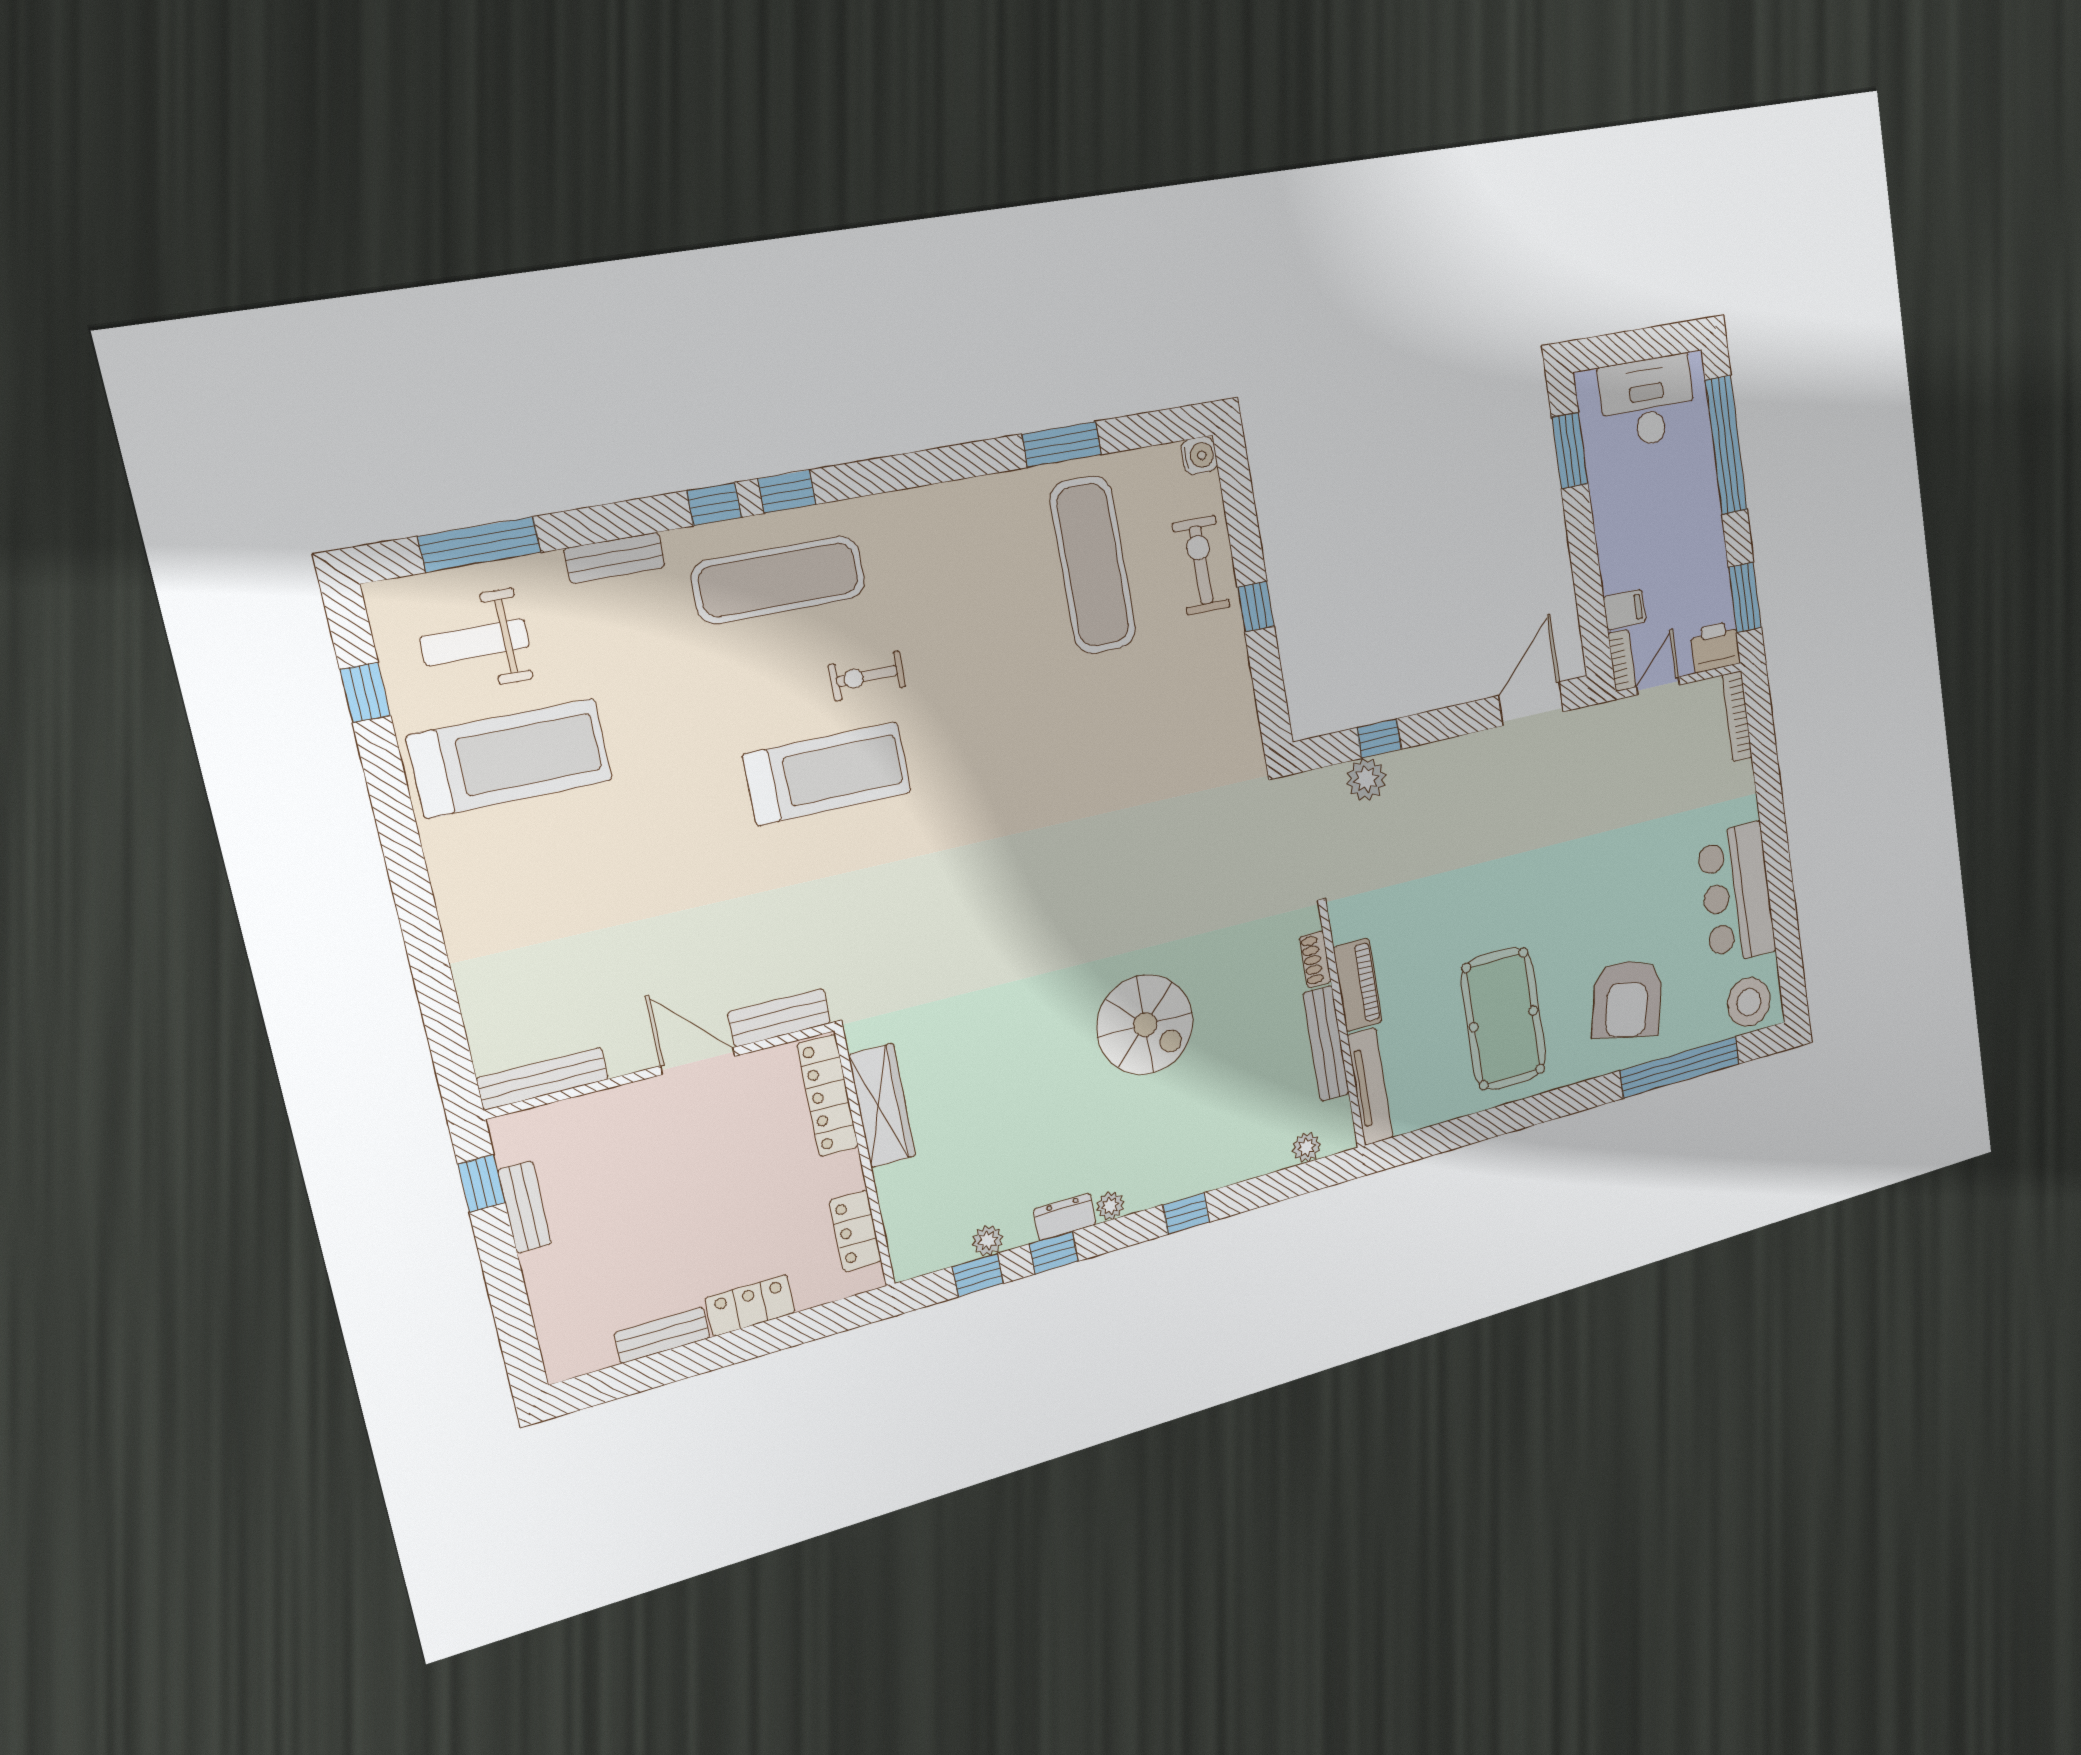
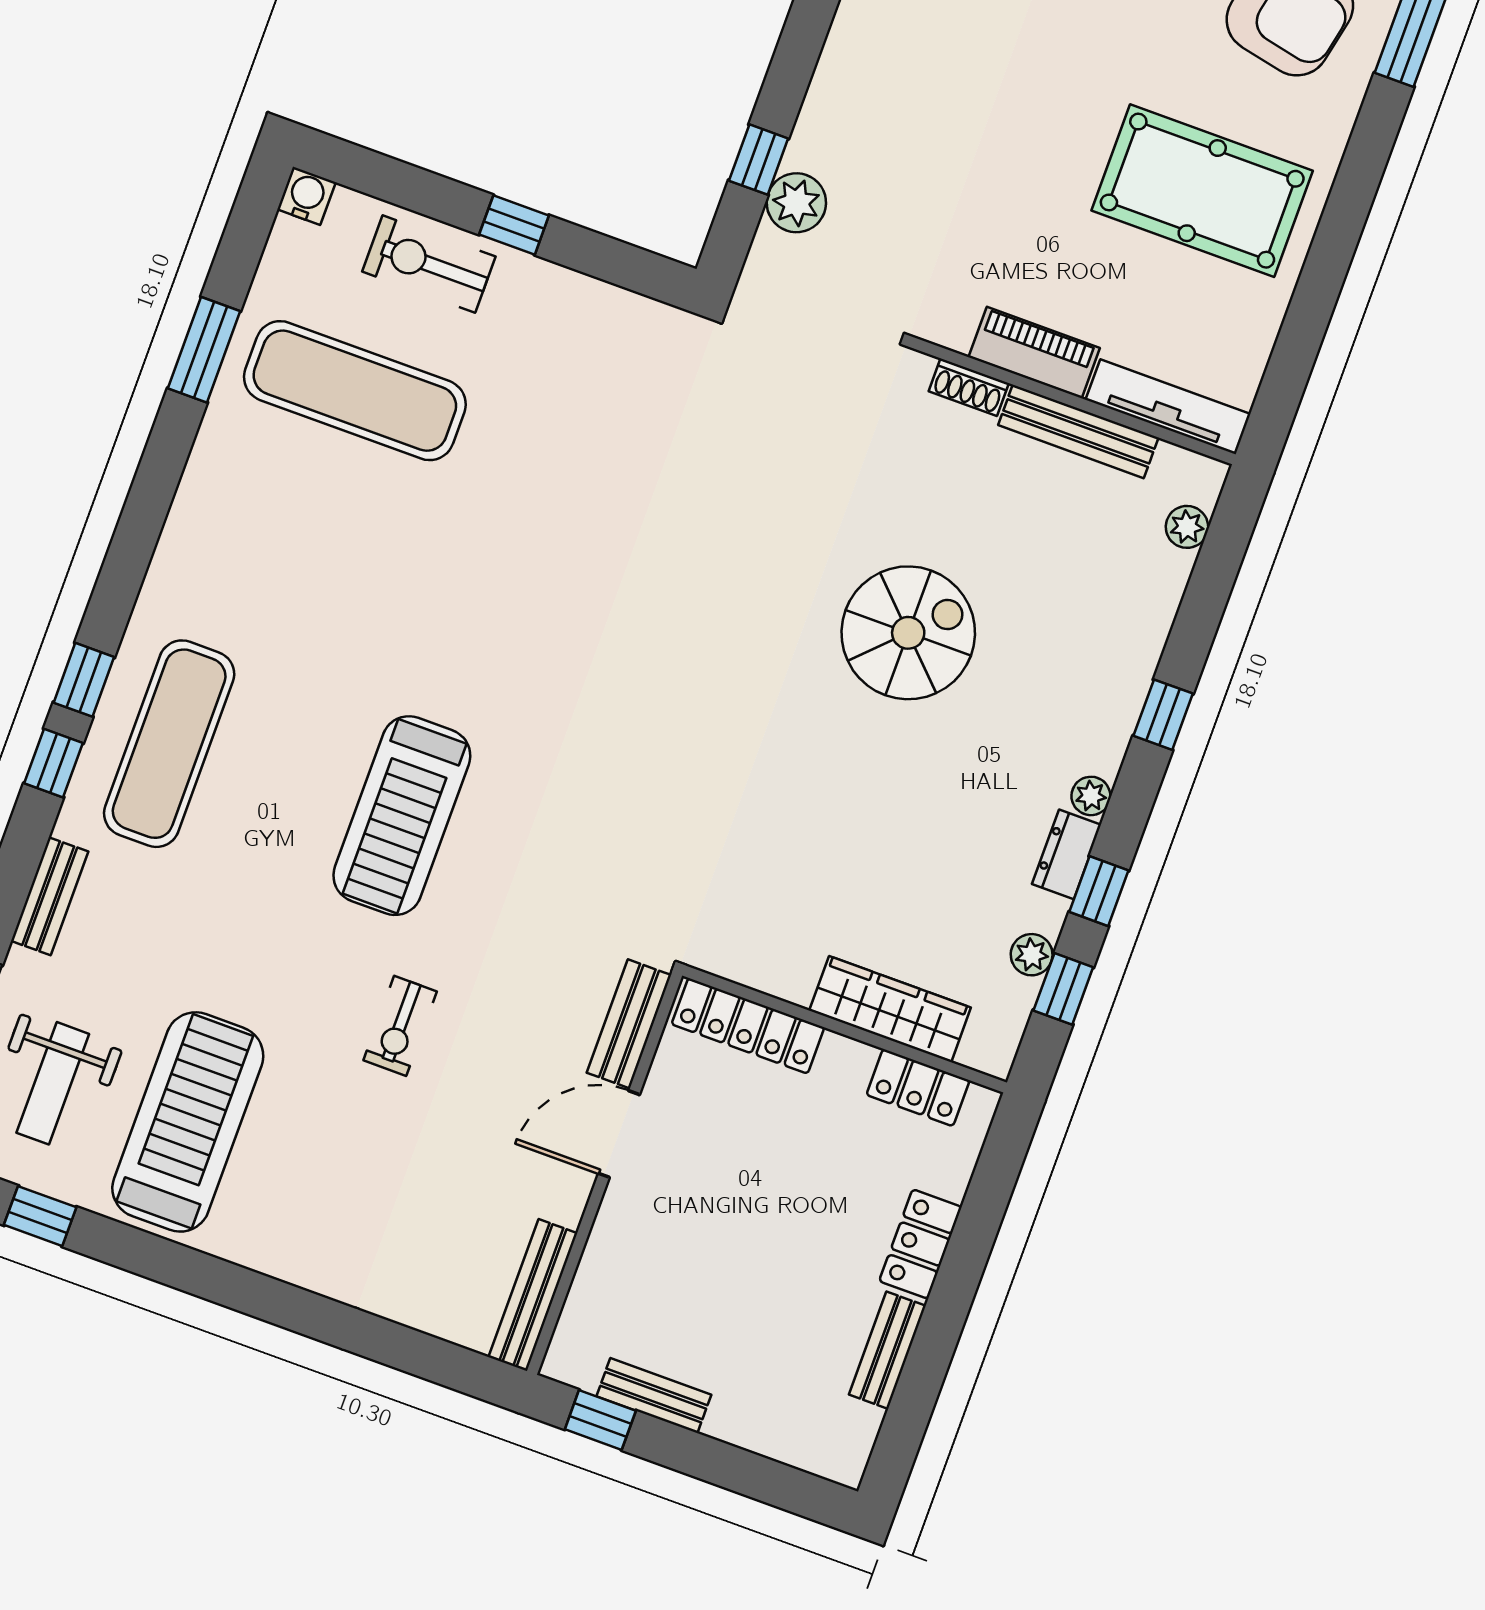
exercise bike: (867, 676) -> (400, 1026), moved
treadmill: (828, 774) -> (402, 816), turned 180
wardrobe: (882, 1105) -> (890, 1009), moved

